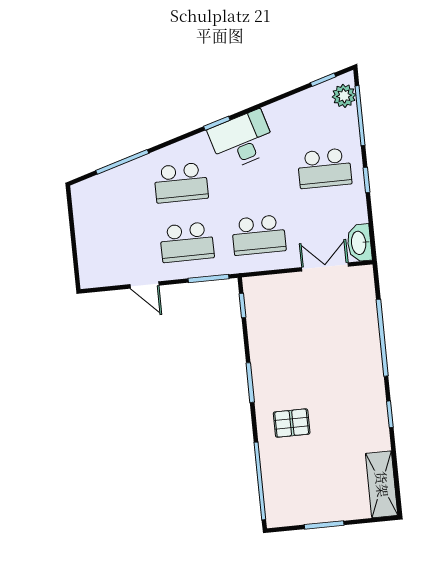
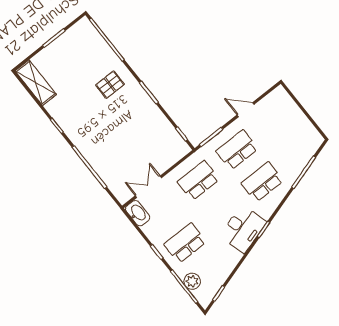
plant: (344, 96) -> (192, 281), moved
double door: (325, 267) -> (148, 187), swing flipped

